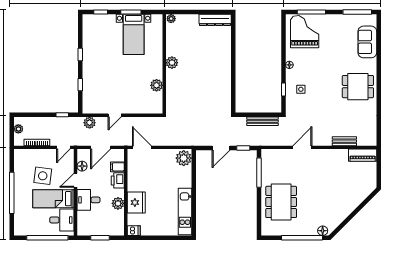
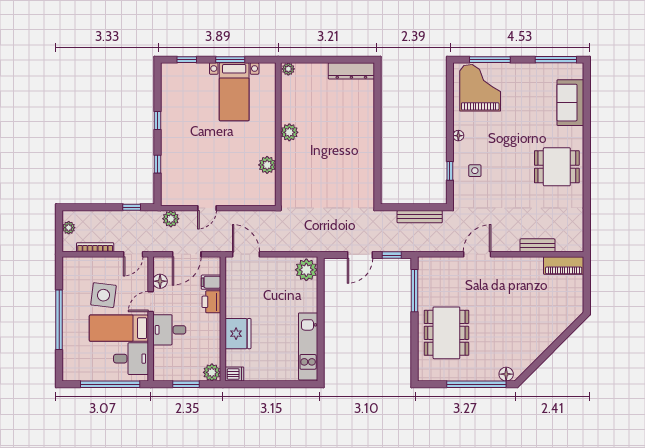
plant: (118, 203) -> (212, 372), moved

